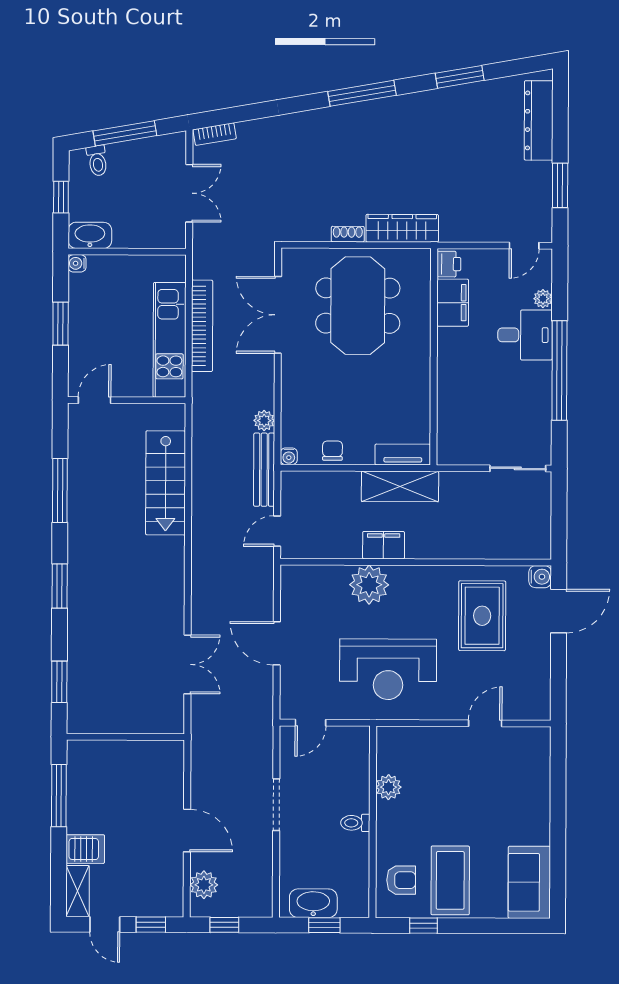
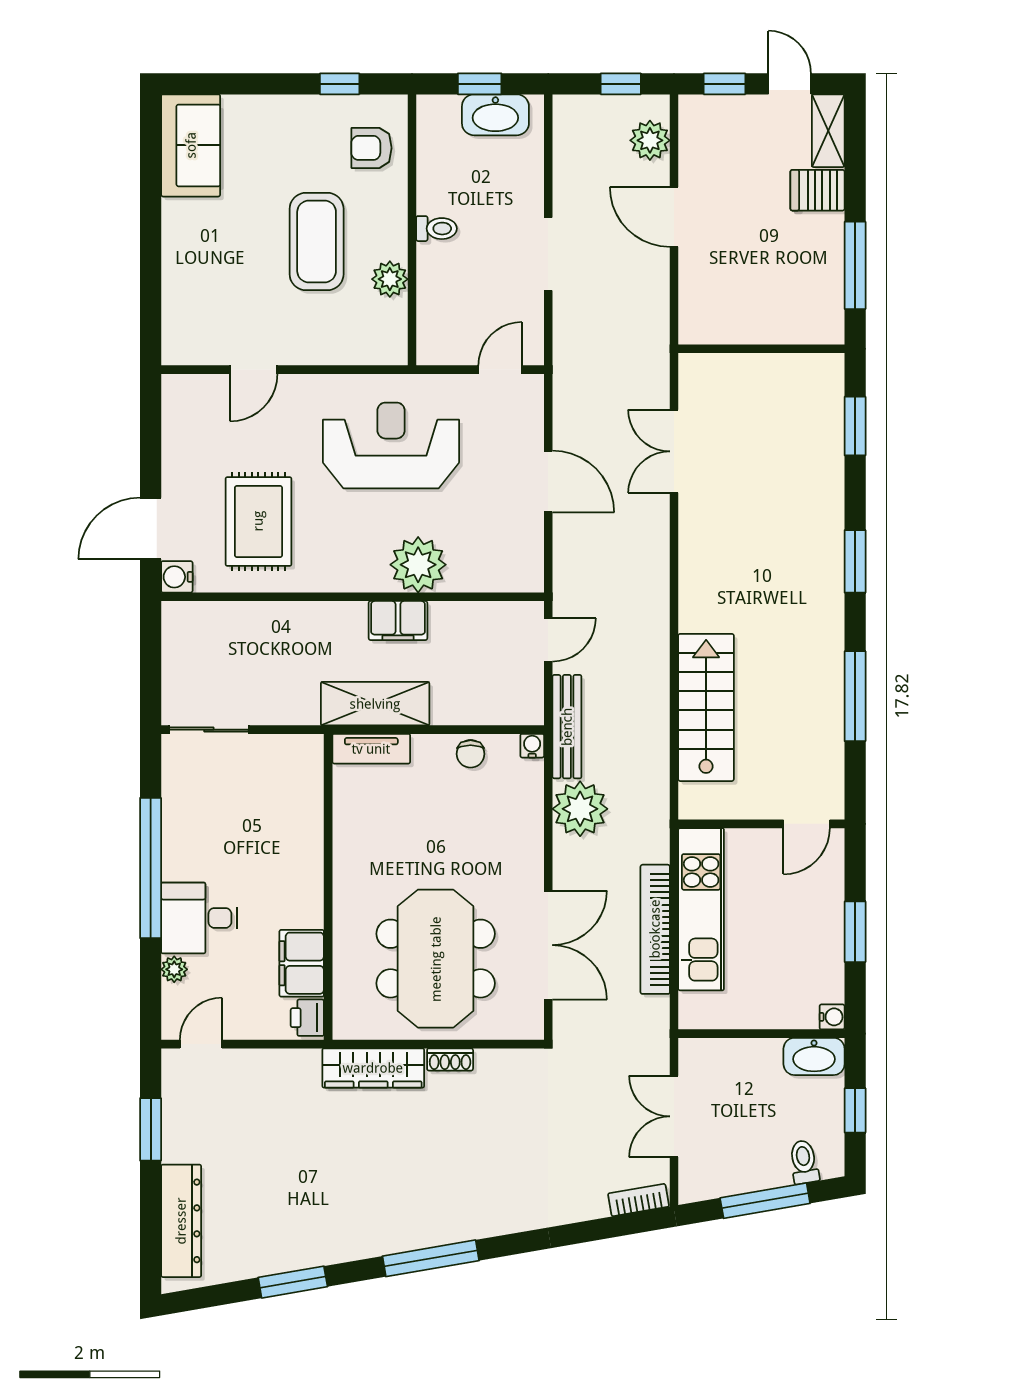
plant: (264, 421) -> (580, 809), width x1.88, depth x1.88
coffee table: (450, 880) -> (317, 241), moved

